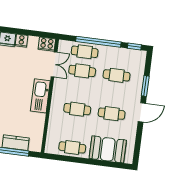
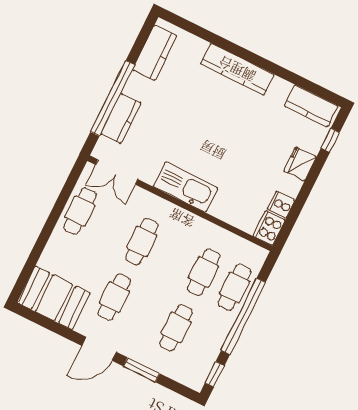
cooker: (21, 41) -> (281, 205), moved
double door: (54, 64) -> (117, 172), moved
door: (142, 112) -> (99, 349), hinge flipped
booth: (108, 149) -> (54, 298), moved, turned 90

